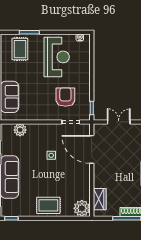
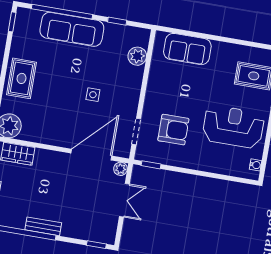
reception desk: (57, 57) -> (233, 127), turned 180
plant: (98, 128) -> (120, 169), added

